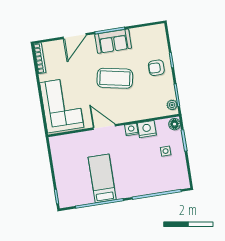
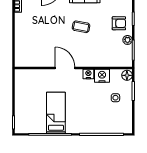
armchair: (156, 68) -> (119, 23), turned 180
coffee table: (115, 78) -> (81, 27), width x0.54, depth x0.58
corner sofa: (62, 105) -> (31, 43), removed
plant: (172, 105) -> (128, 40), moved

